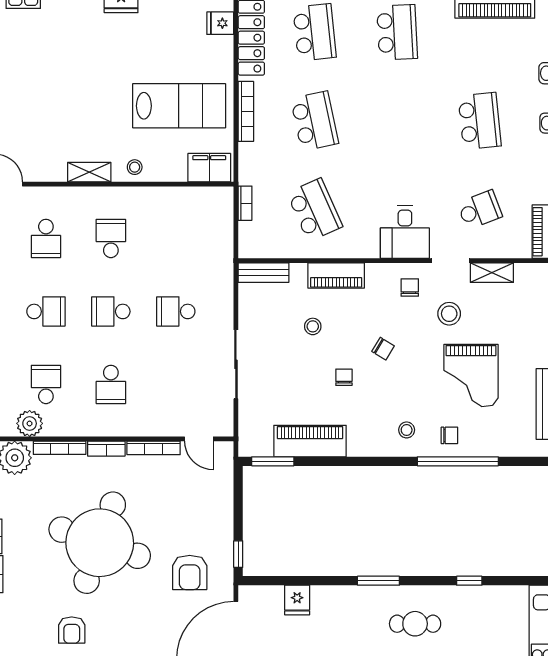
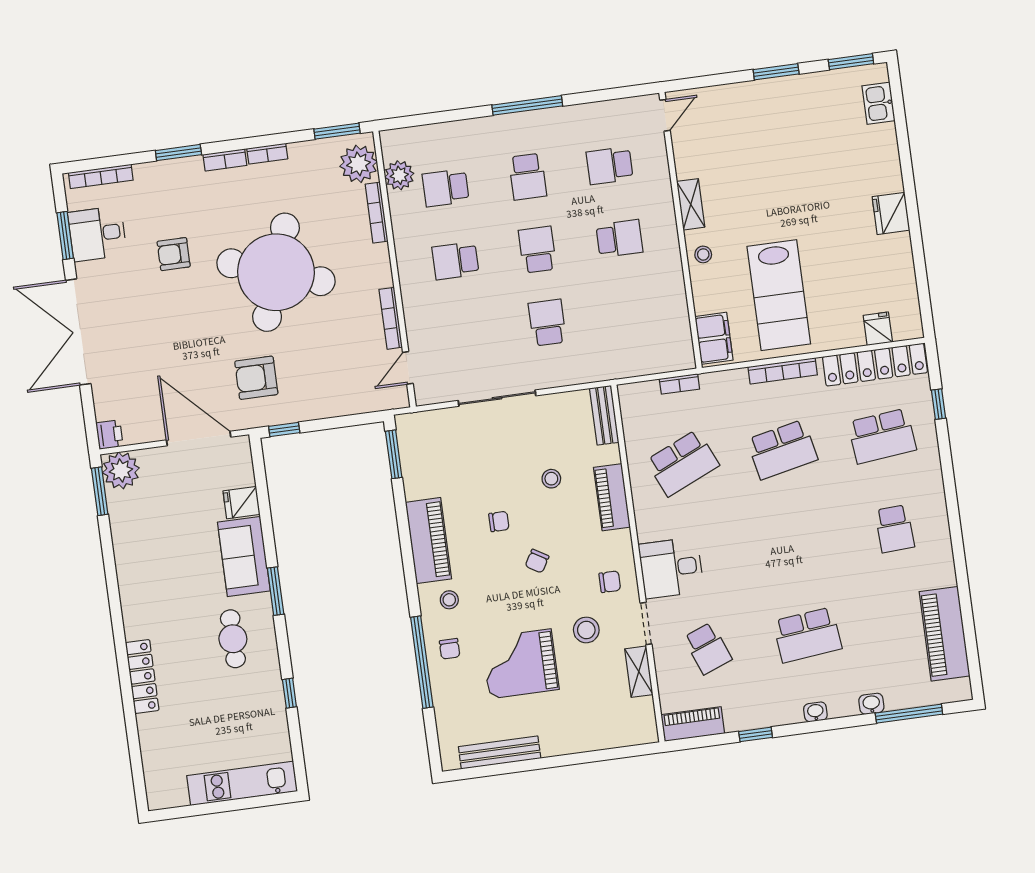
school desk: (397, 32) -> (894, 529), width x0.54
school desk: (46, 384) -> (446, 188), turned 180
piano: (310, 441) -> (429, 541), moved
bookcase: (106, 449) -> (383, 265), removed
sofa: (344, 604) -> (244, 557), added

